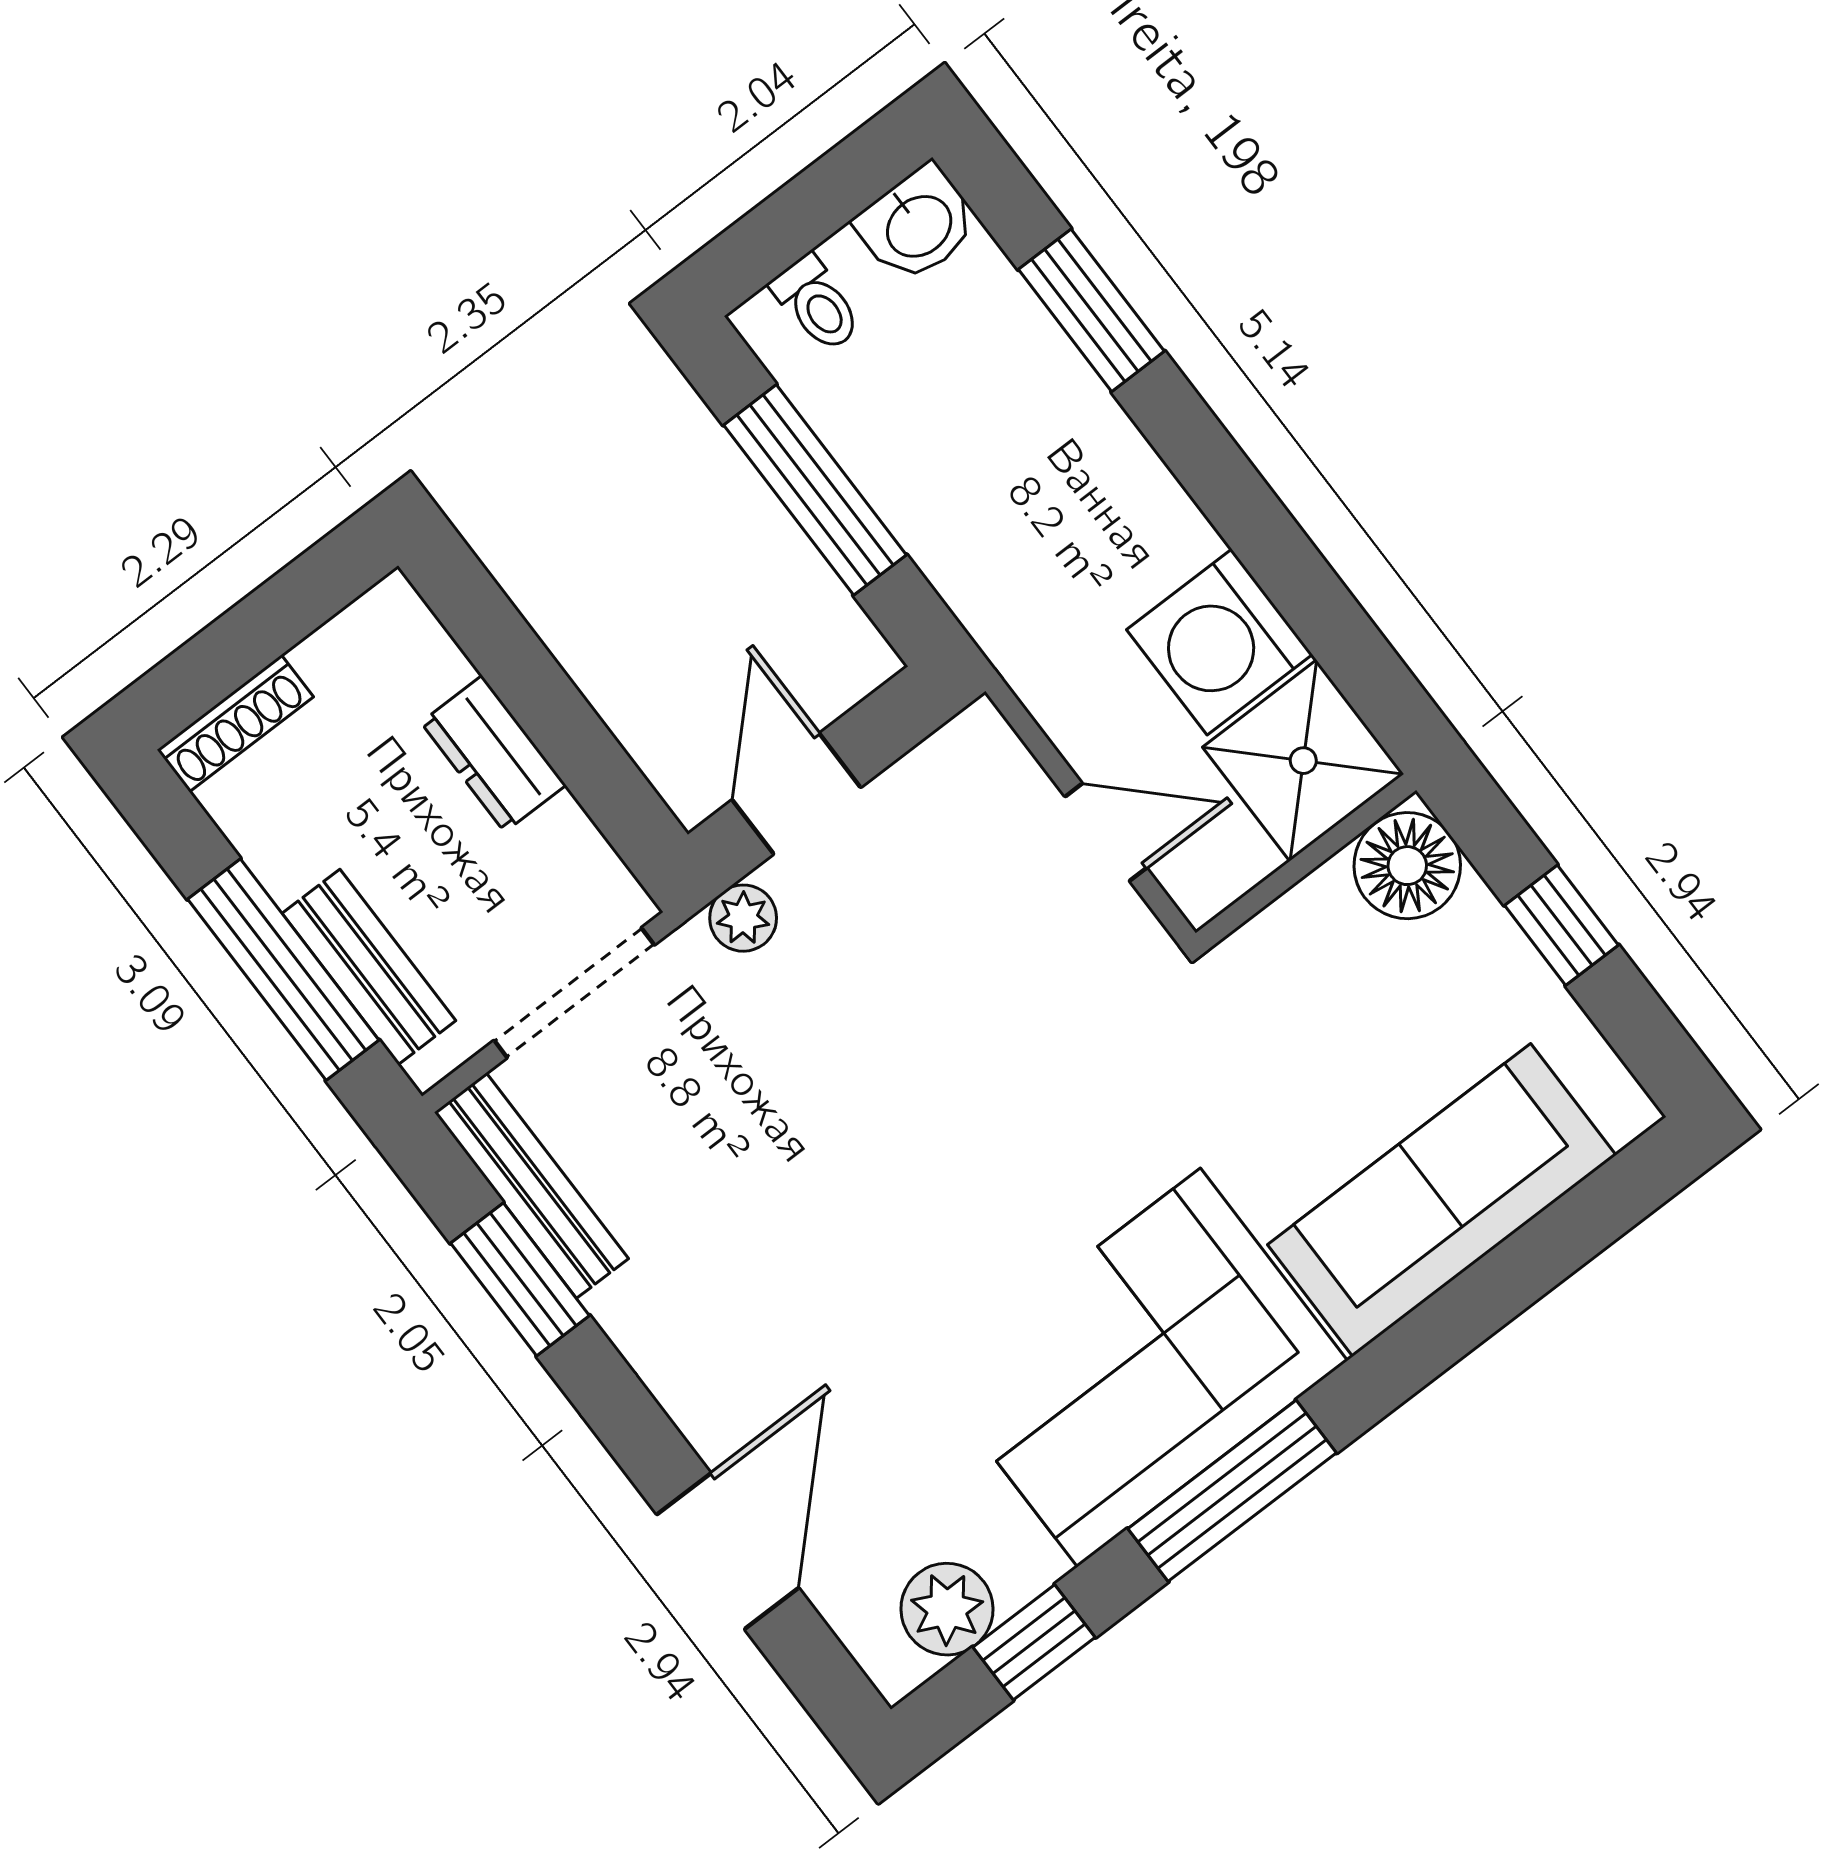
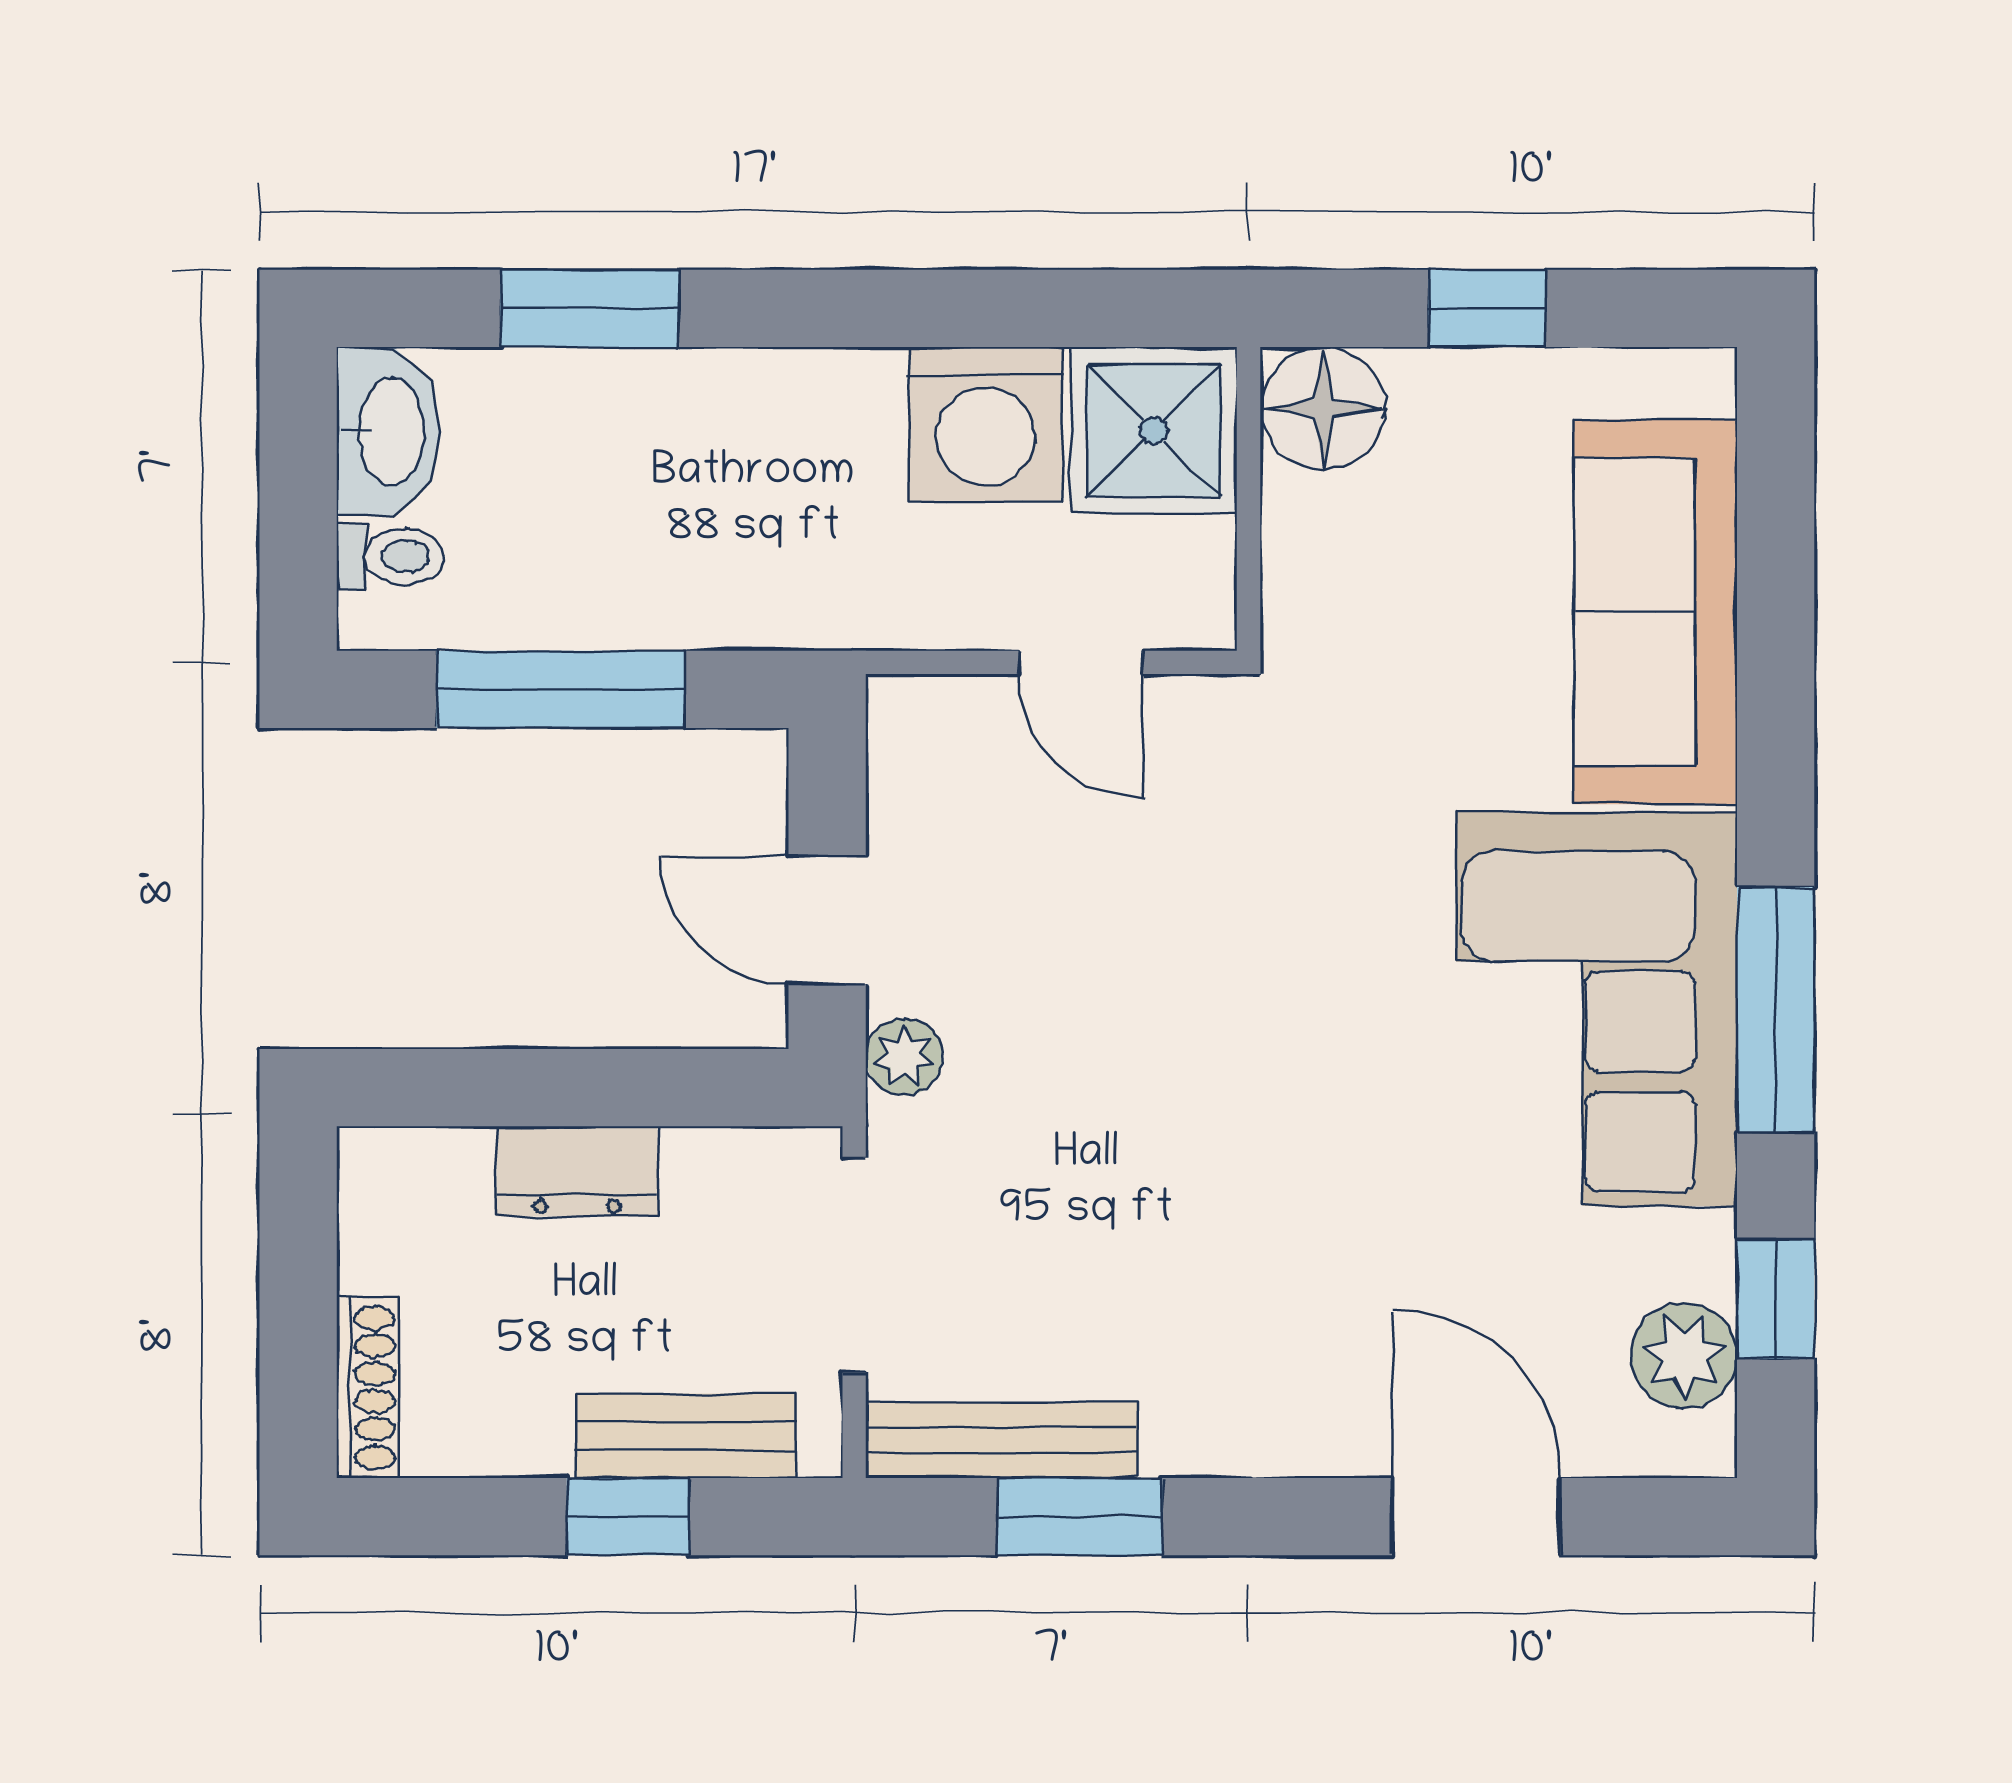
washbasin: (918, 224) -> (388, 431), width x1.38
door: (1106, 832) -> (1081, 662), swing flipped
window: (283, 970) -> (628, 1517), width x0.46

